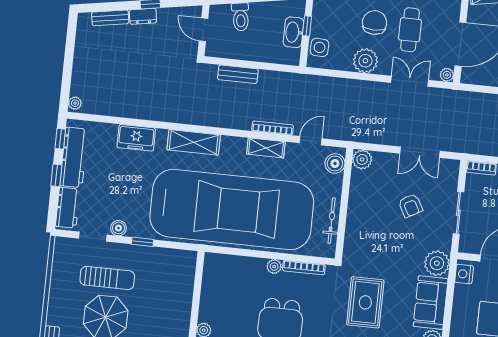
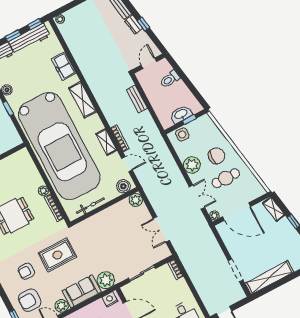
armchair: (410, 206) -> (128, 244), removed

